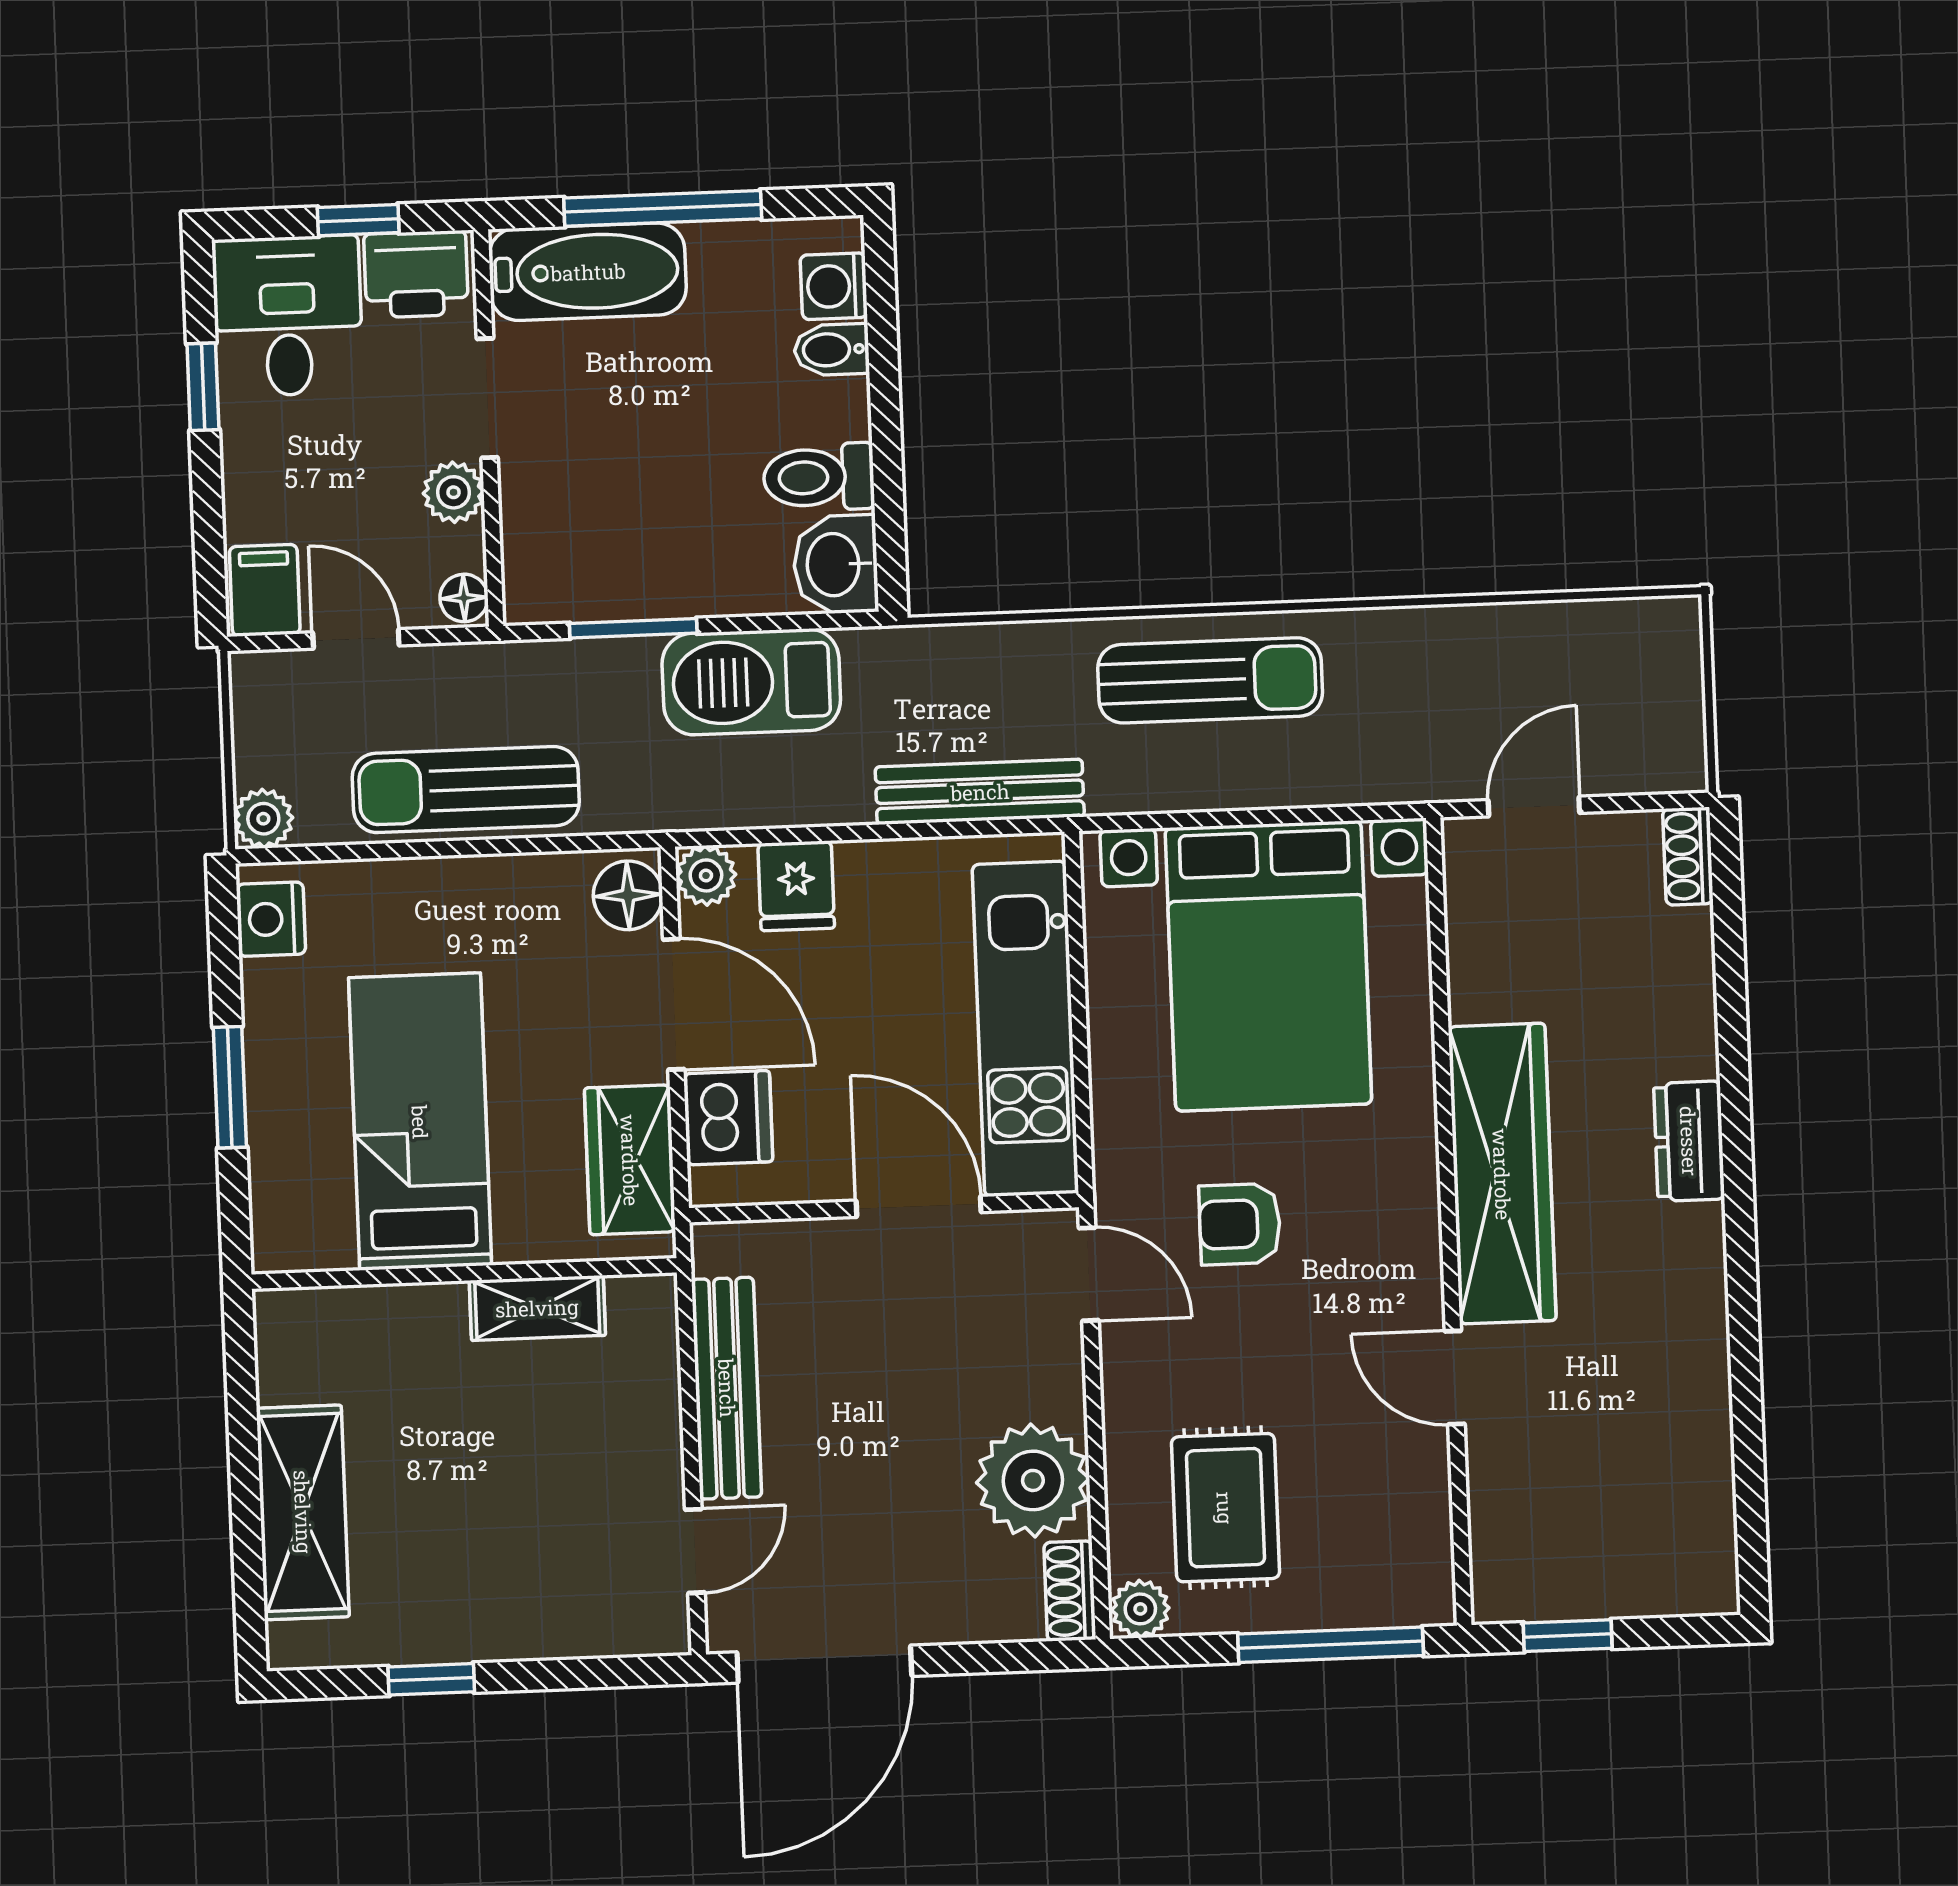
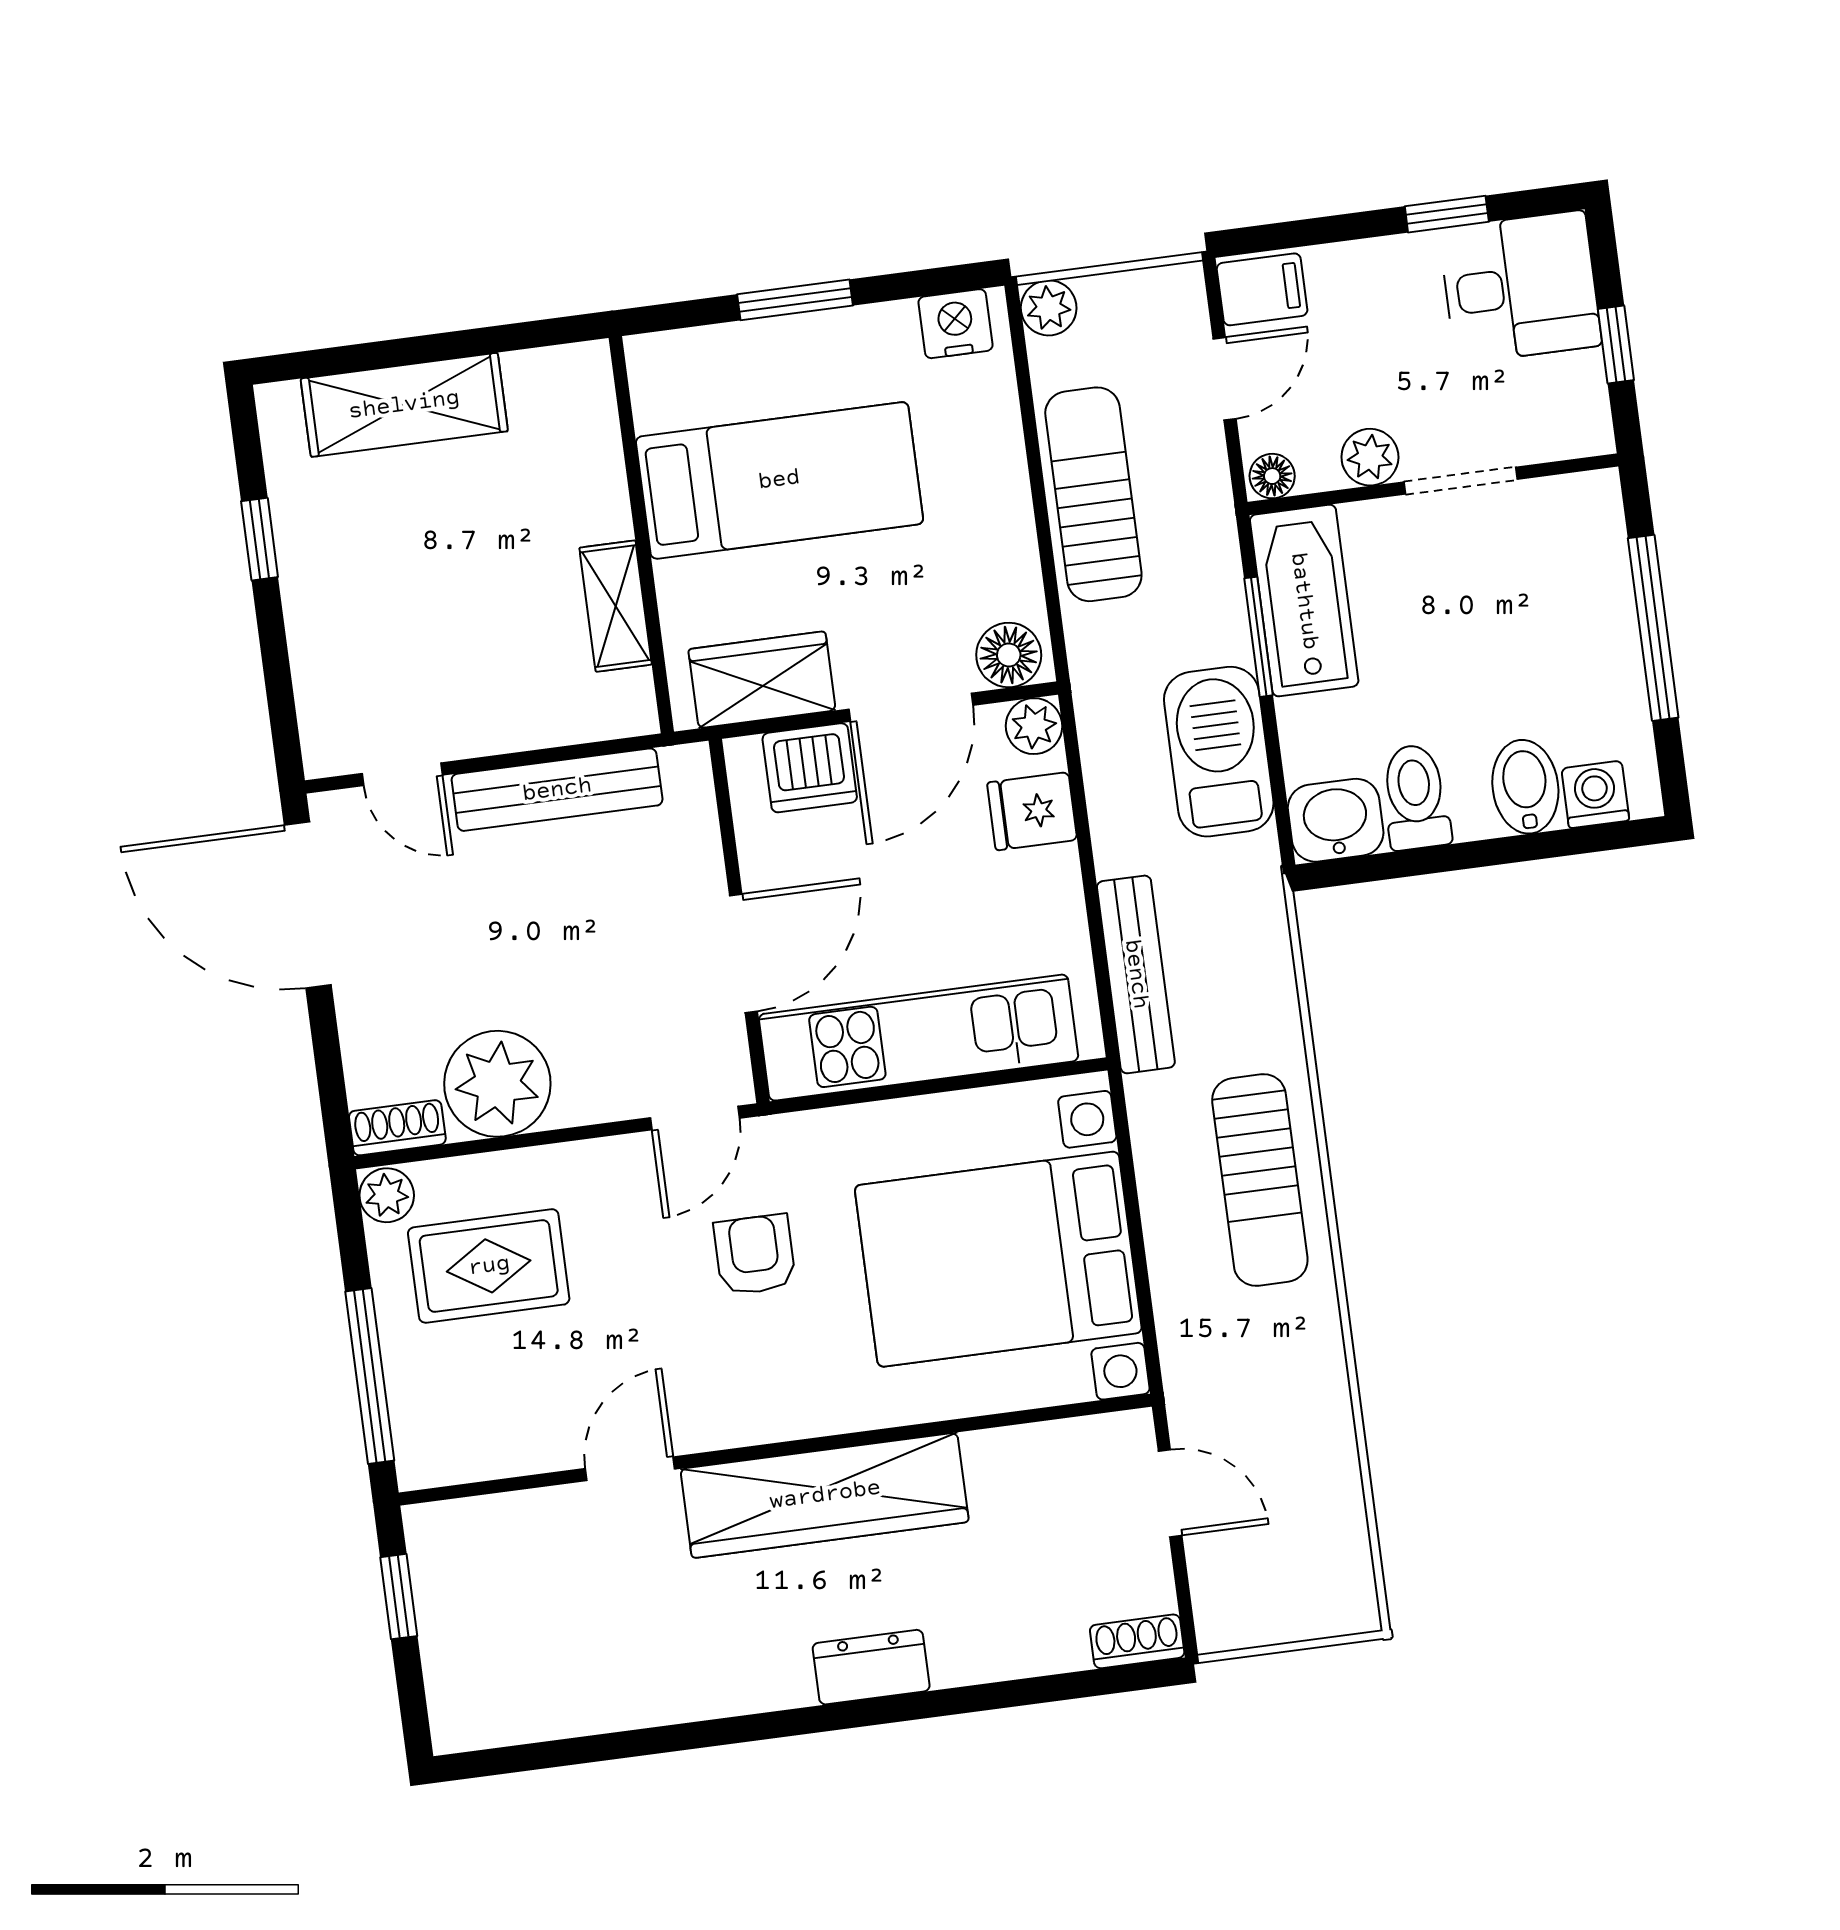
bathtub: (588, 272) -> (1304, 601), moved, turned 180
printer: (416, 274) -> (1570, 403), removed
bidet: (832, 350) -> (1525, 787), width x1.38, depth x1.36

